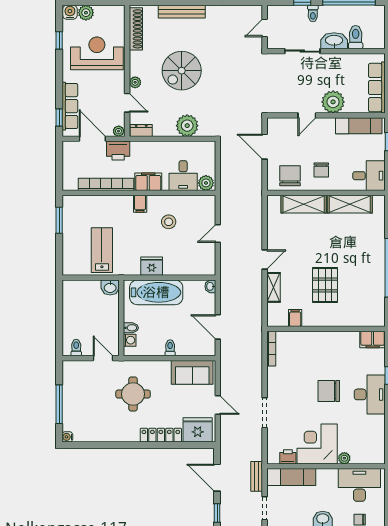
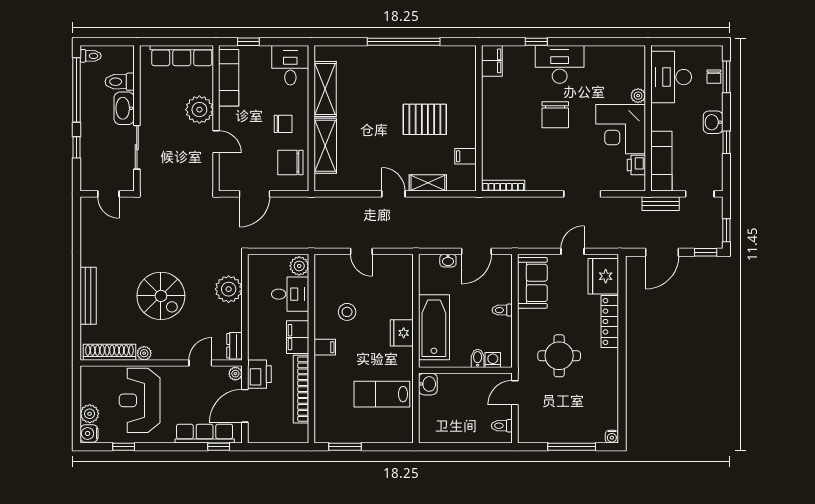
toilet: (313, 13) -> (91, 56), moved
plant: (135, 82) -> (144, 353), moved
washbasin: (210, 286) -> (448, 261), moved

